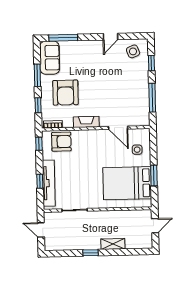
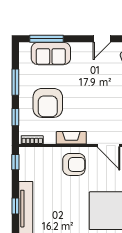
sofa: (50, 58) -> (51, 53), moved, turned 90
armchair: (61, 142) -> (74, 164), moved

